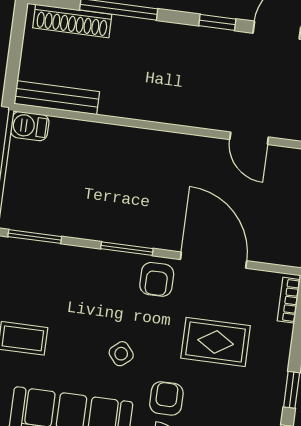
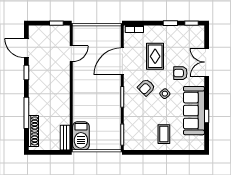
bench: (57, 98) -> (65, 138), width x0.73
barbecue: (30, 126) -> (81, 136), width x1.88, depth x1.53
armchair: (157, 279) -> (146, 87), moved, turned 135

